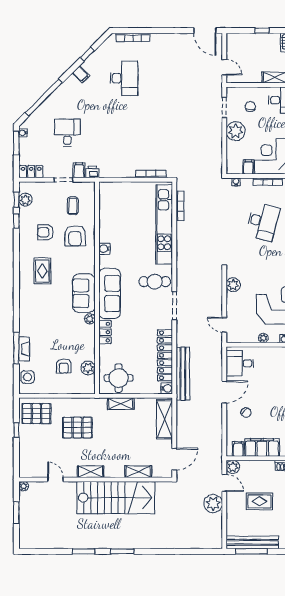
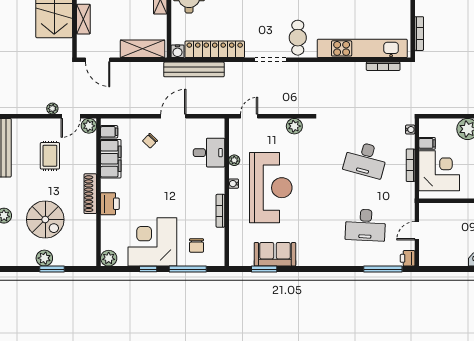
desk: (240, 363) -> (209, 153), moved, turned 90
door: (224, 392) -> (173, 116), swing flipped
plant: (213, 503) -> (52, 109), width x0.53, depth x0.53

